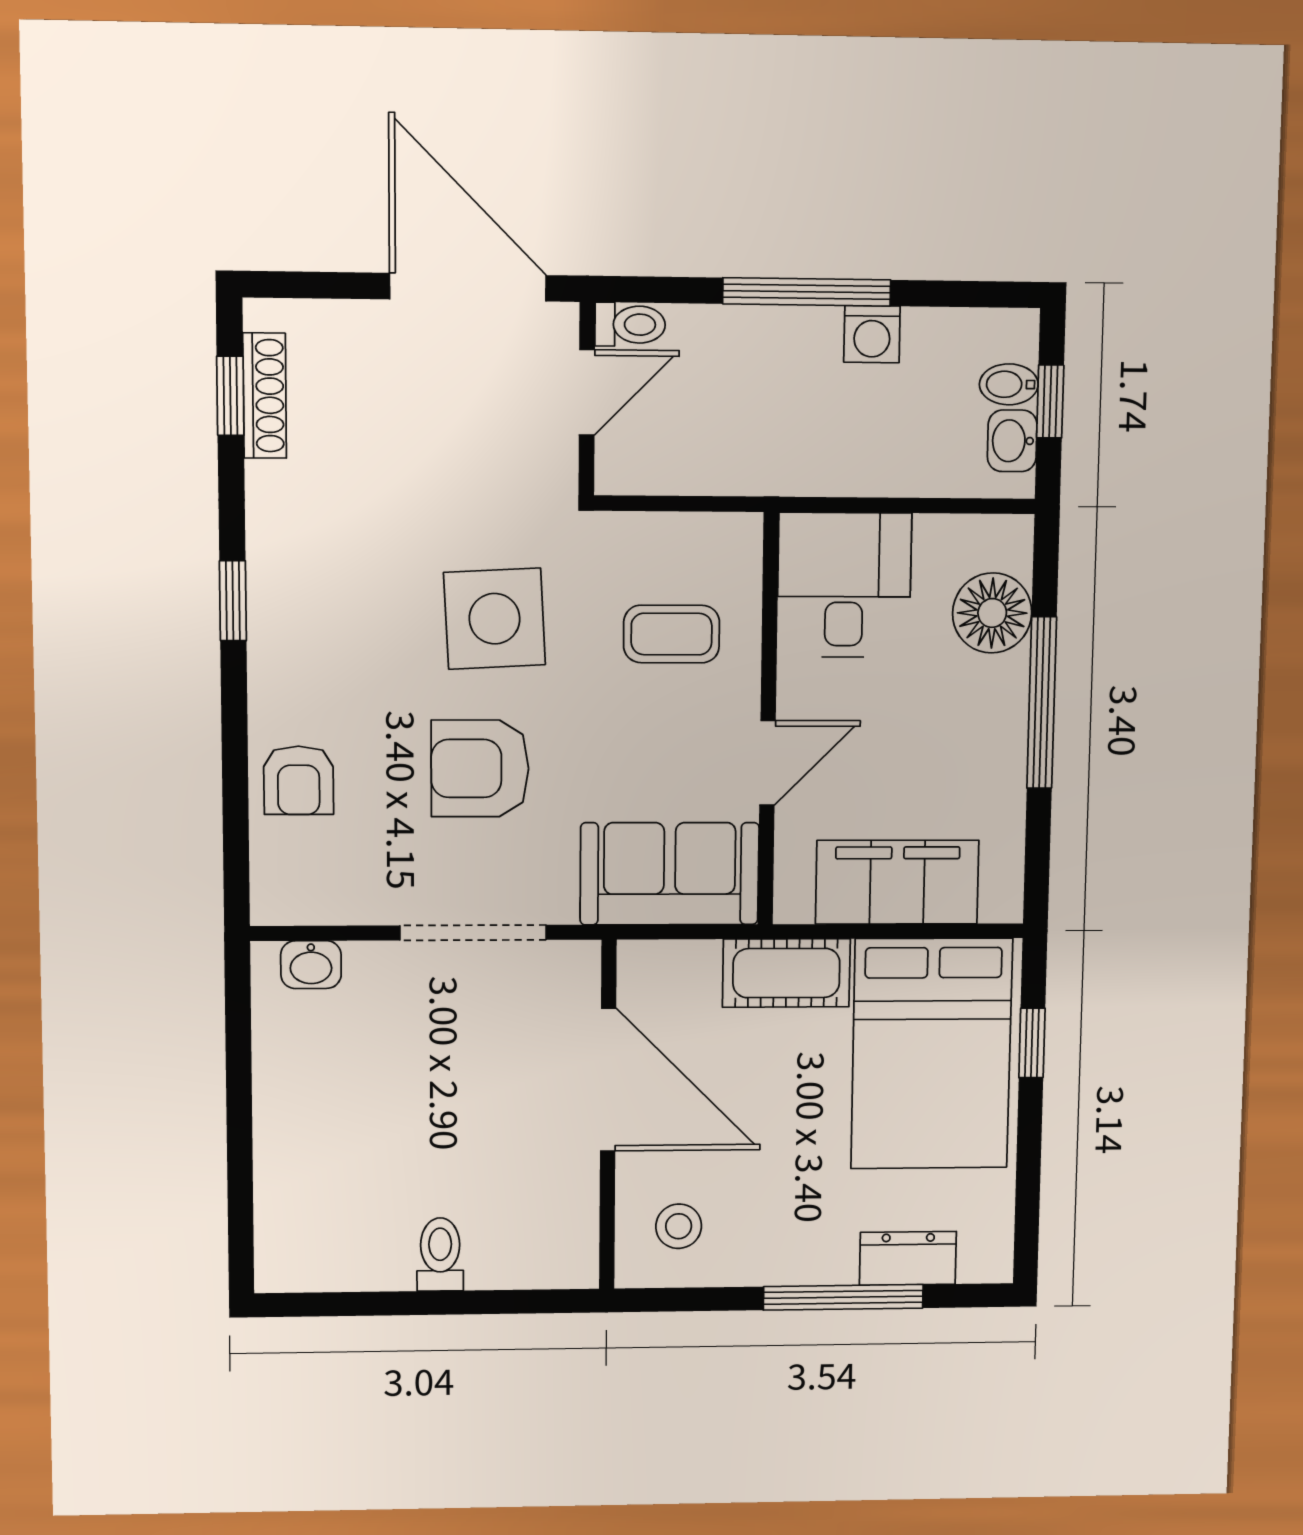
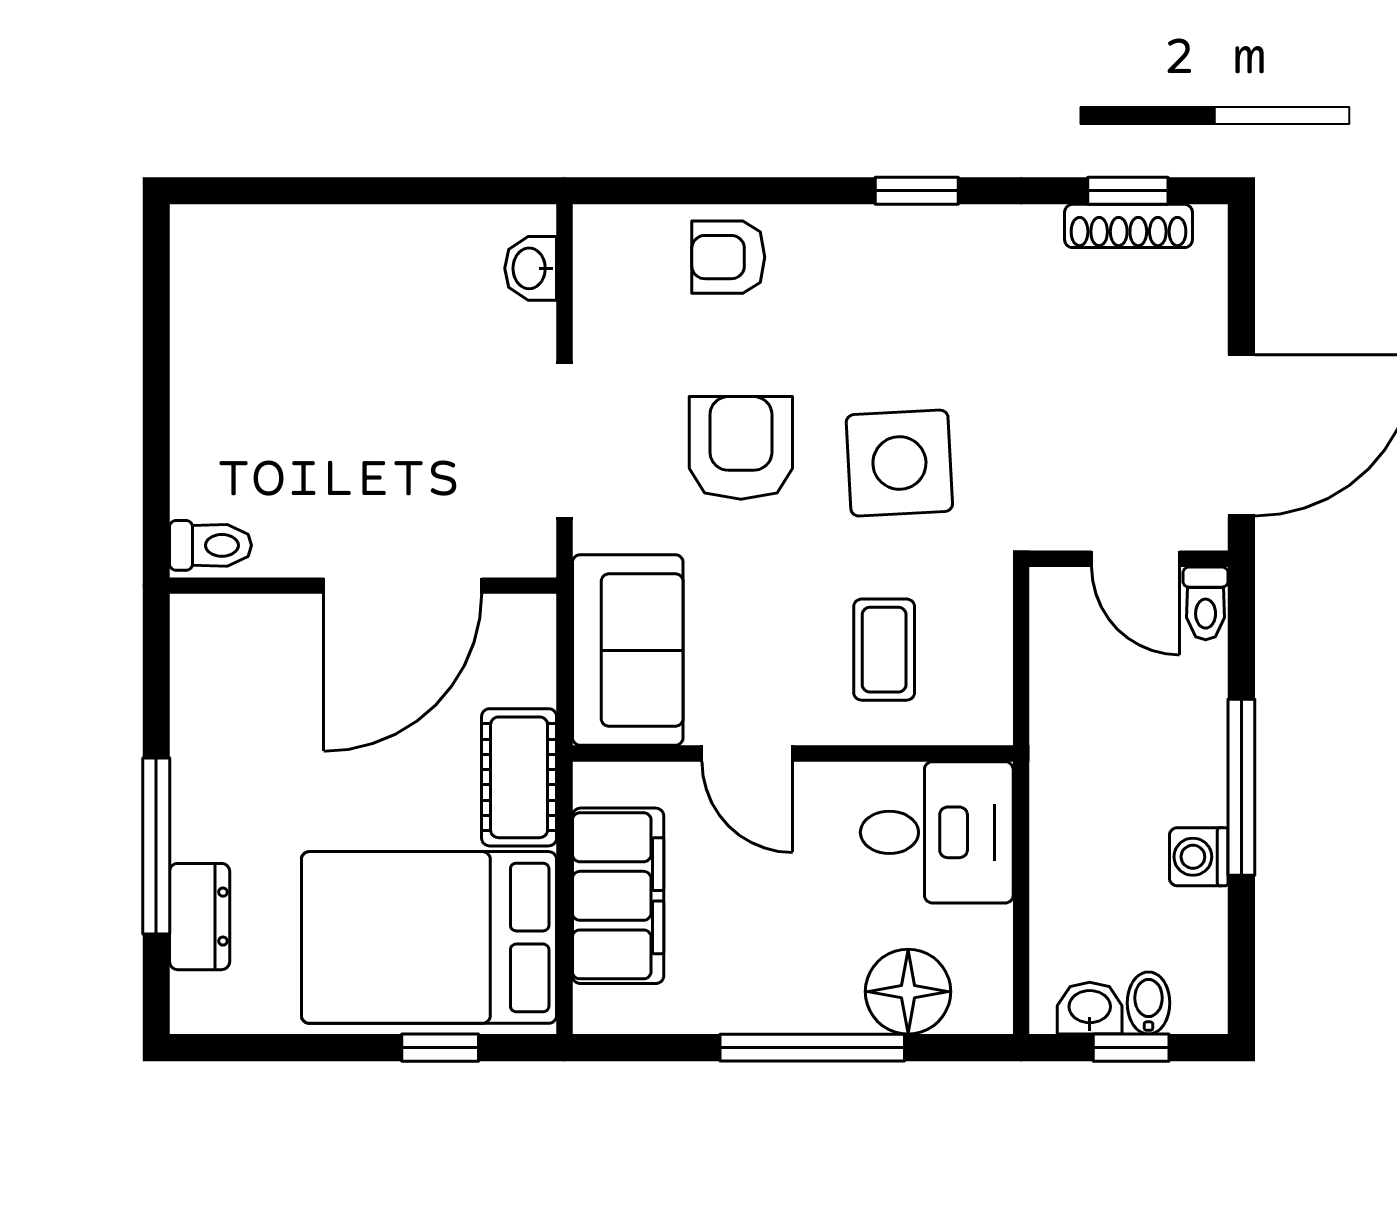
stool: (679, 1226) -> (239, 664), removed
toilet: (440, 1254) -> (210, 545), moved

